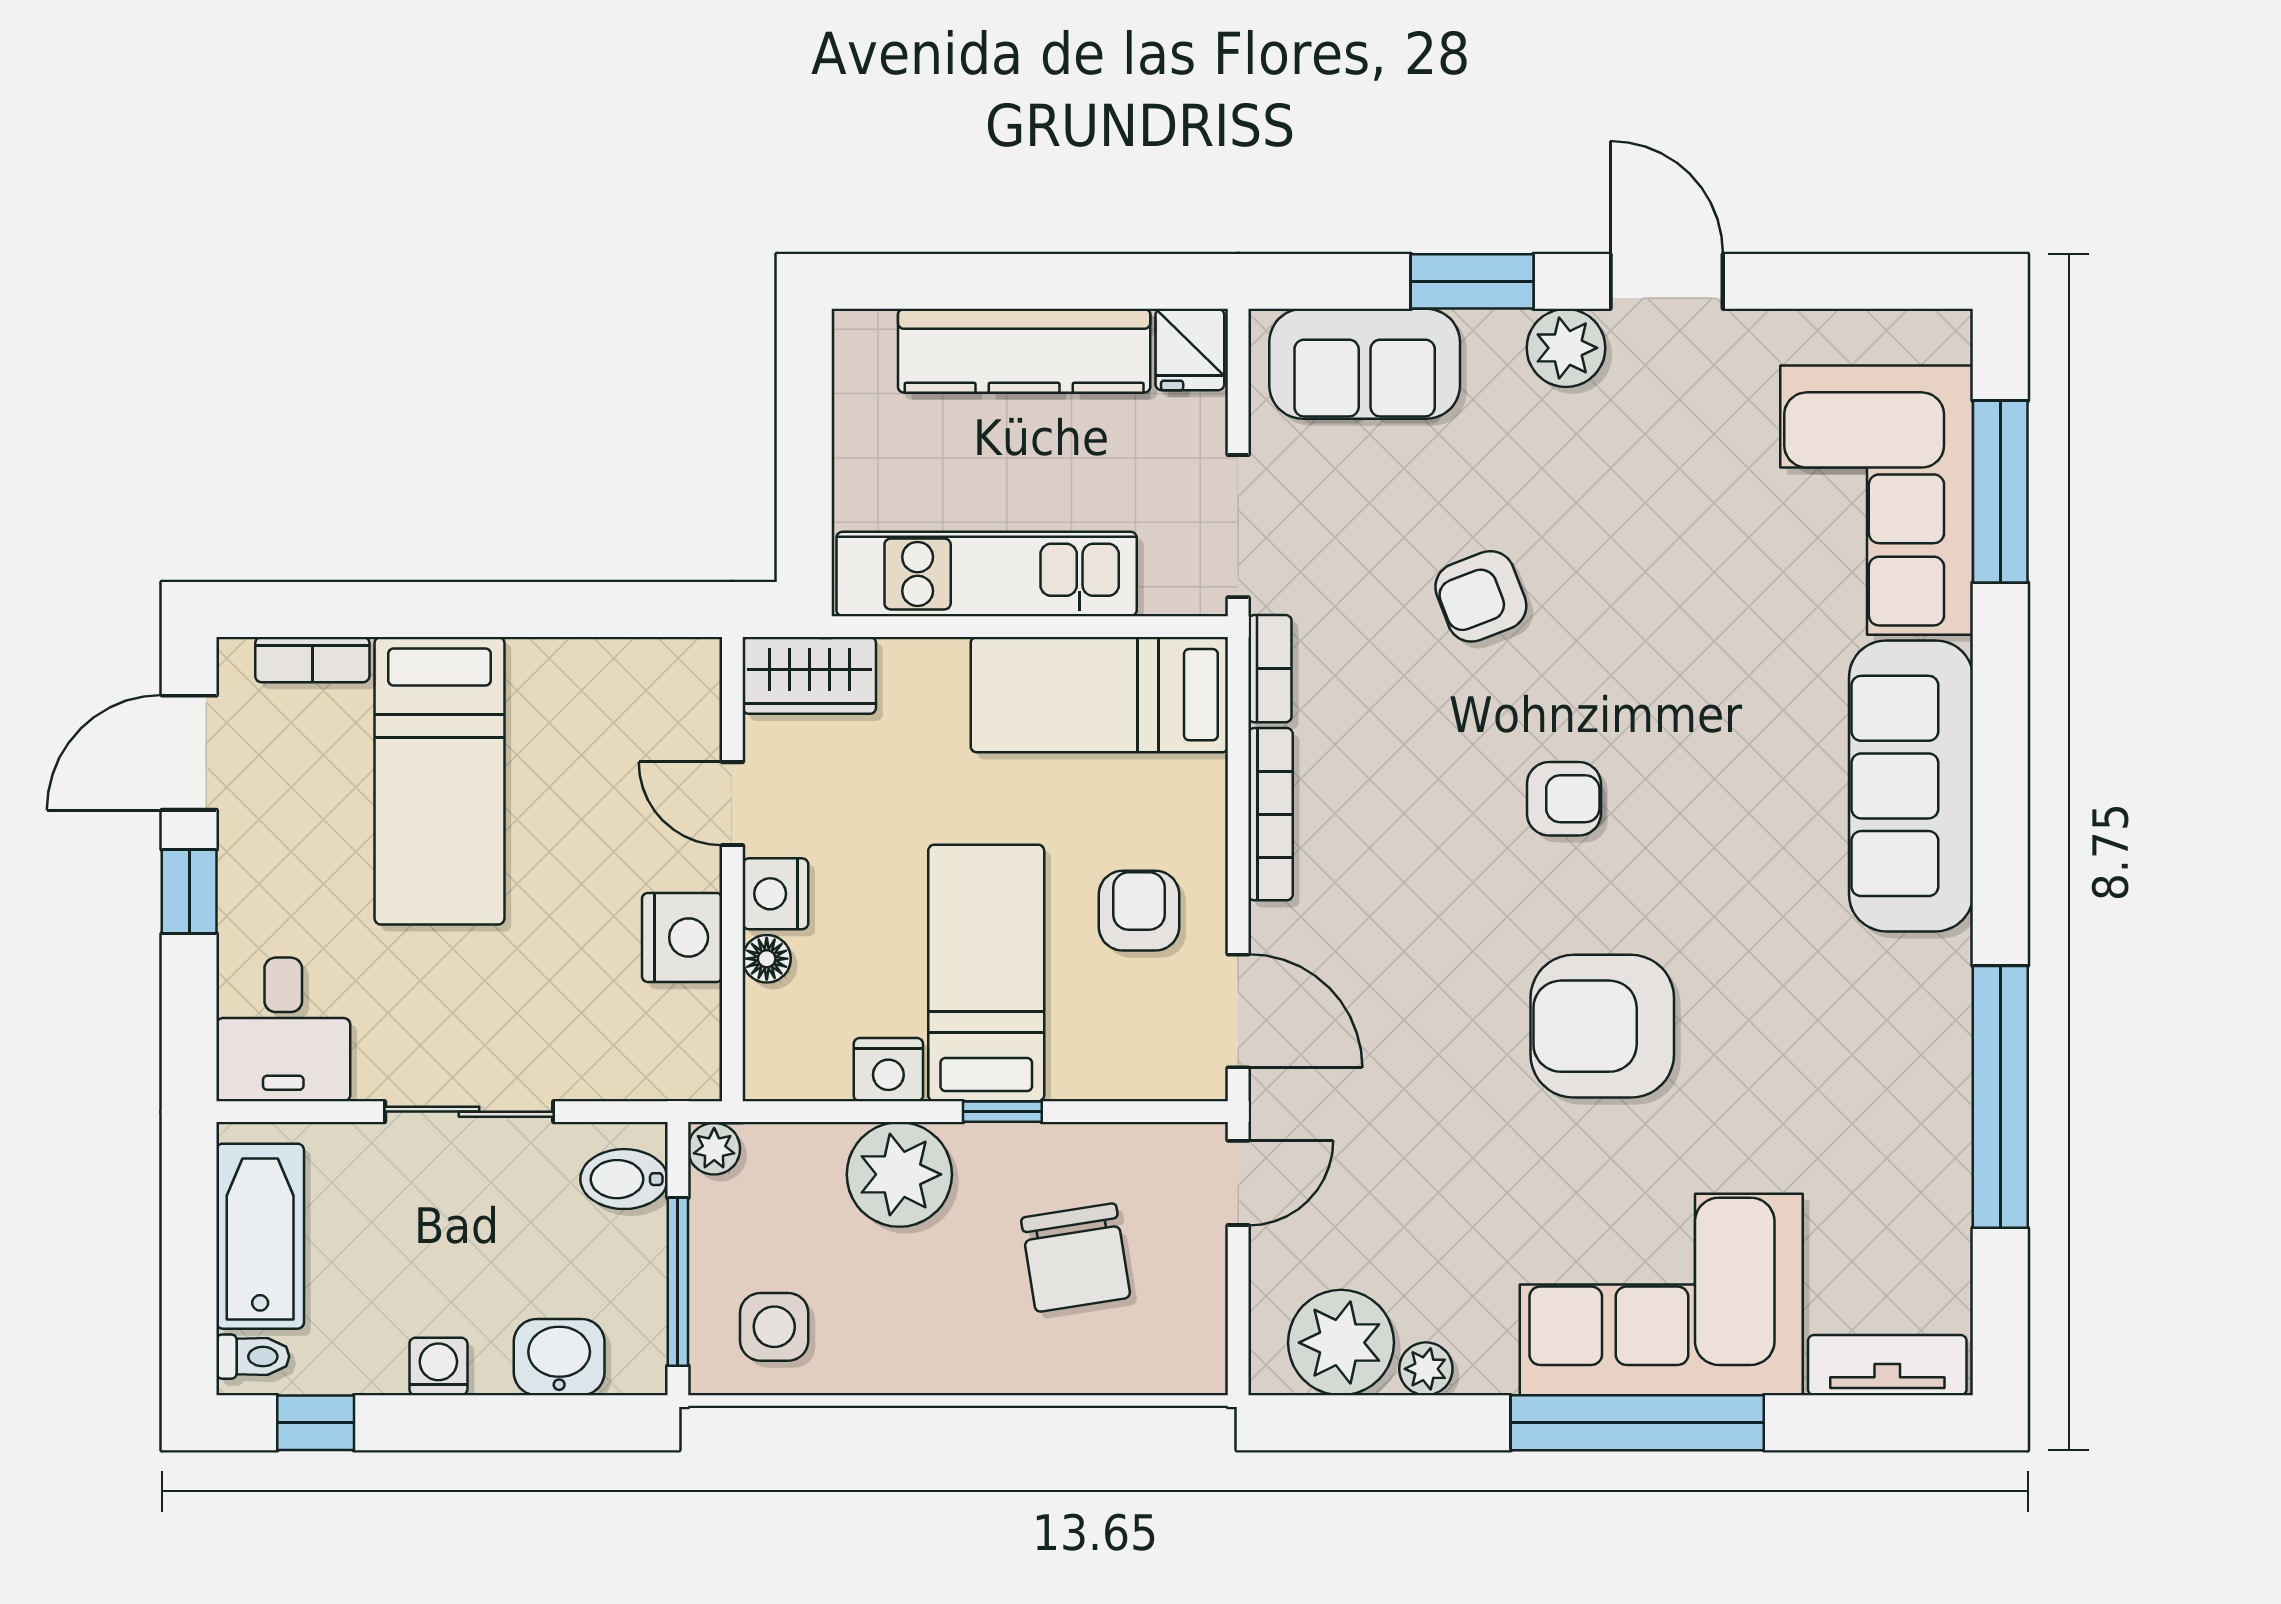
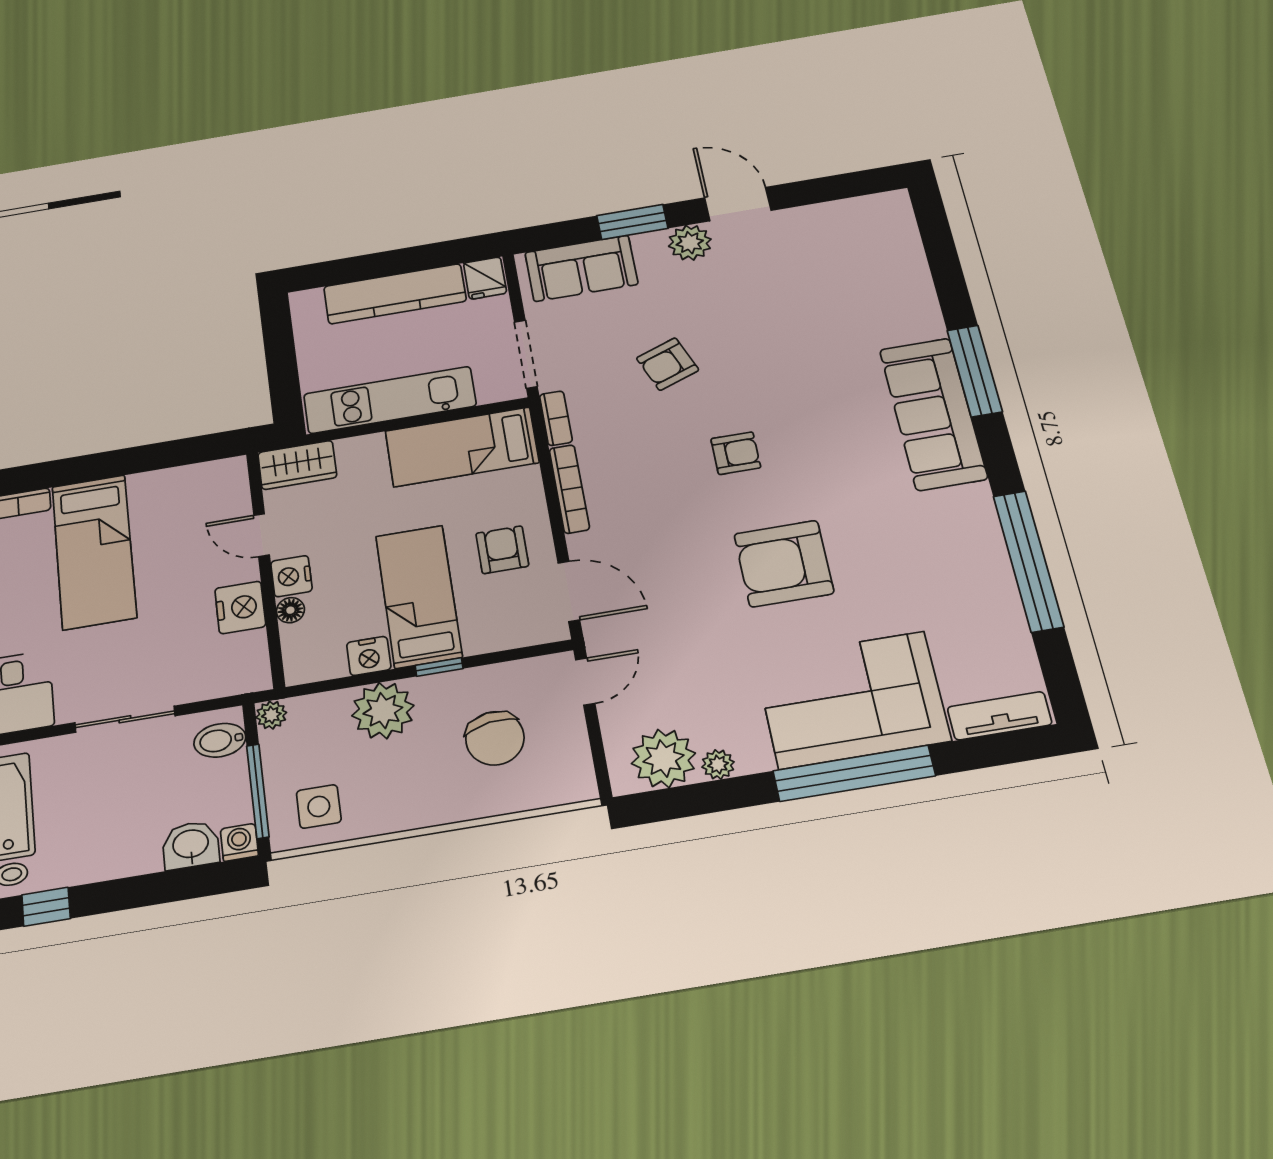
window: (2000, 492) -> (975, 371), moved
corner sofa: (1877, 500) -> (878, 282), removed
washing machine: (438, 1366) -> (239, 842), moved

